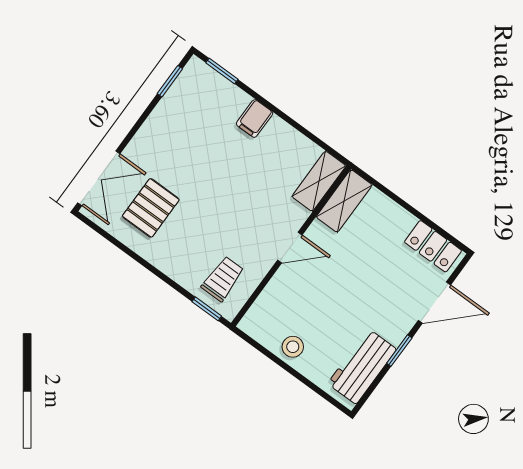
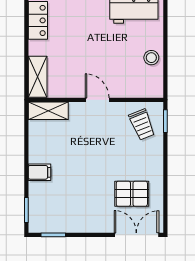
shelving: (344, 201) -> (38, 77), moved, turned 90
trolley: (223, 279) -> (142, 125), turned -112

